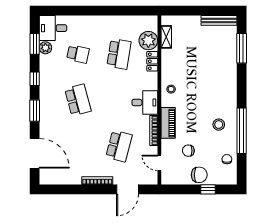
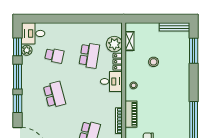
window: (35, 79) -> (18, 77), width x2.17
desk: (145, 102) -> (111, 81), moved
stool: (219, 125) -> (154, 62), moved

